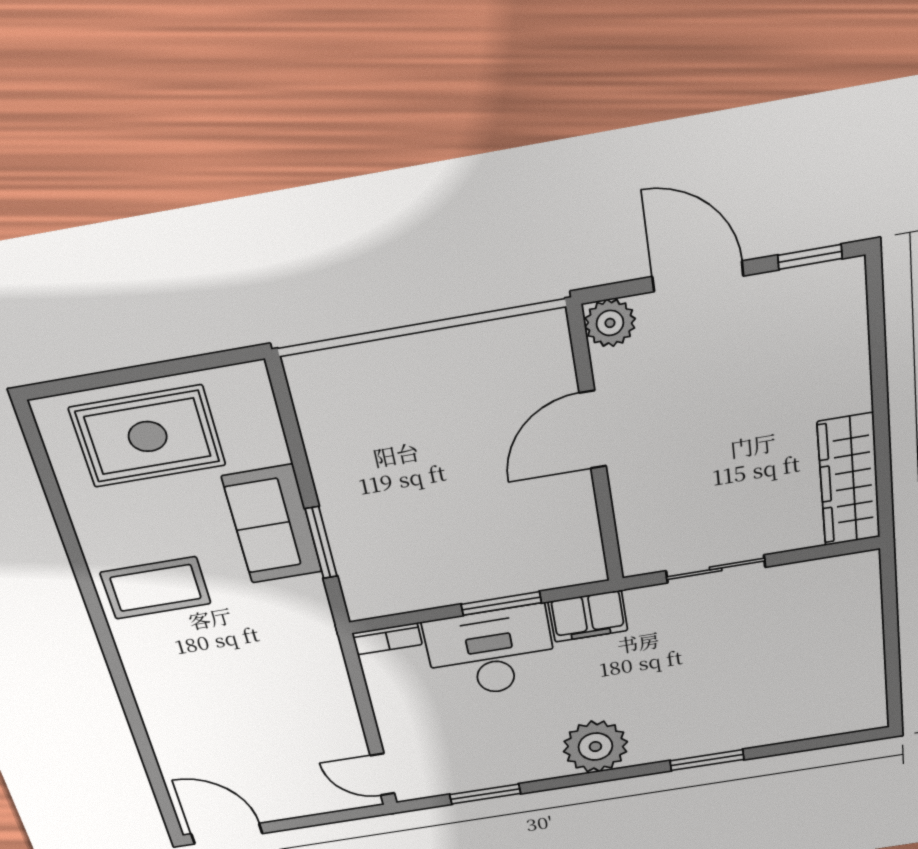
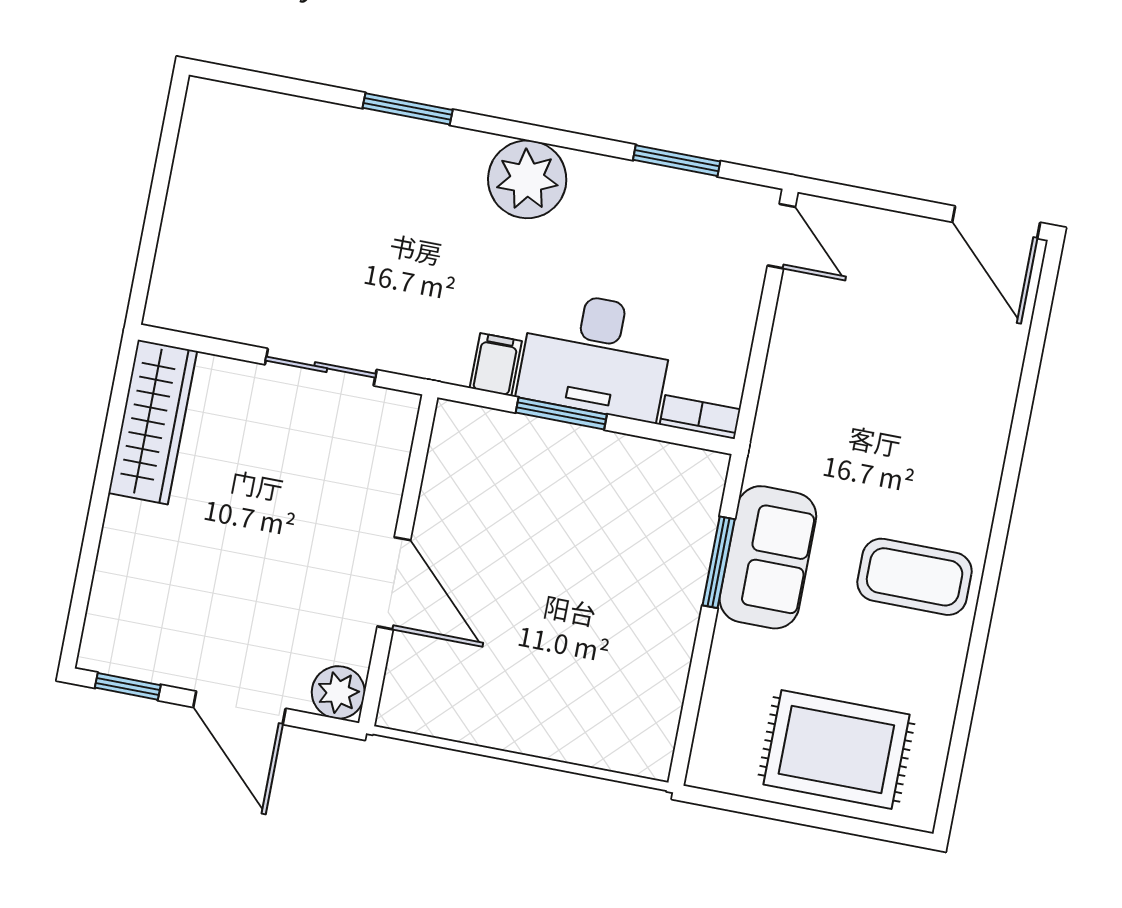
door: (593, 430) -> (394, 583), hinge flipped
sofa: (272, 524) -> (768, 557), moved
filing cabinet: (588, 616) -> (496, 365), width x0.50

